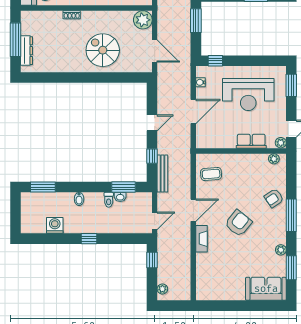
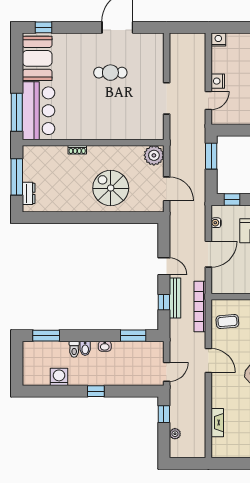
dresser: (26, 51) -> (29, 193), width x0.70
door: (152, 123) -> (164, 266), hinge flipped
bookcase: (185, 160) -> (200, 306), added
bench: (162, 174) -> (175, 298), moved
washbasin: (120, 197) -> (105, 346), moved
toilet: (109, 200) -> (74, 349), moved
door: (193, 210) -> (208, 360), hinge flipped
fireplace: (202, 239) -> (217, 423), moved
plant: (162, 289) -> (175, 434), moved

